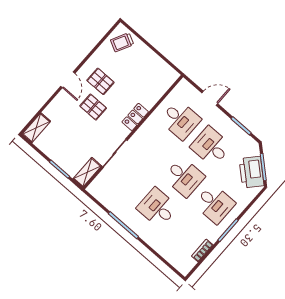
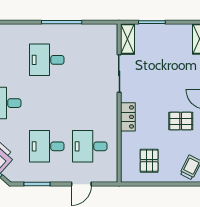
pallet: (93, 107) -> (149, 161), moved, turned 90
desk: (211, 146) -> (47, 146), turned 180
desk: (184, 177) -> (47, 103), removed
desk: (157, 208) -> (47, 60), turned 180

